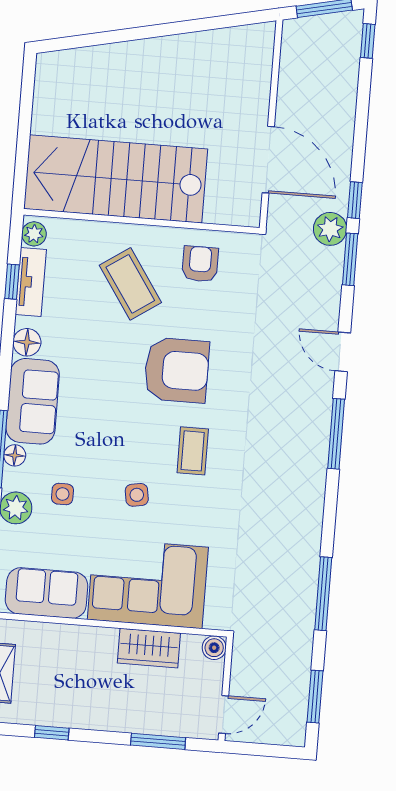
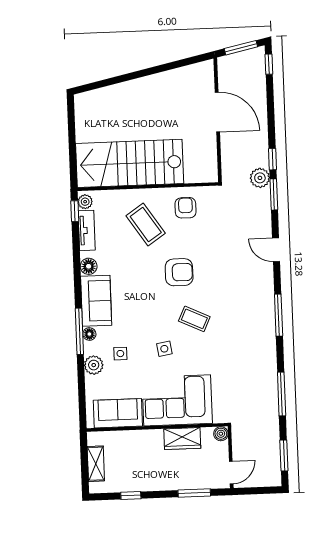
door: (268, 160) -> (217, 112), moved
window: (12, 282) -> (75, 211), moved
armchair: (177, 370) -> (179, 272), width x0.73, depth x0.73
window: (336, 434) -> (279, 315), moved
coffee table: (193, 451) -> (194, 319), turned -65

